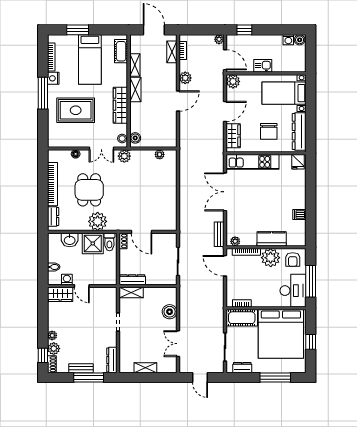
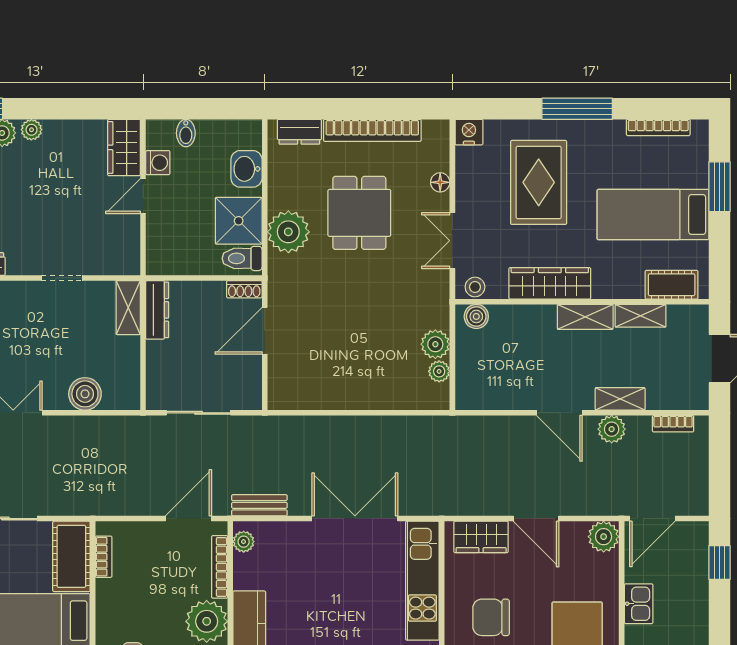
plant: (219, 39) -> (698, 505), removed
shelving: (172, 52) -> (620, 399), moved
nightstand: (53, 78) -> (469, 132), moved
plant: (124, 156) -> (435, 344), moved
dining table: (89, 190) -> (359, 213), turned 90

